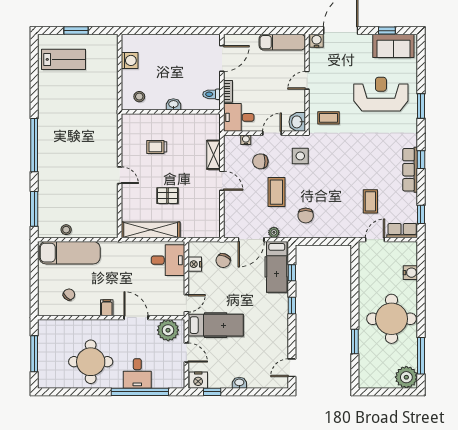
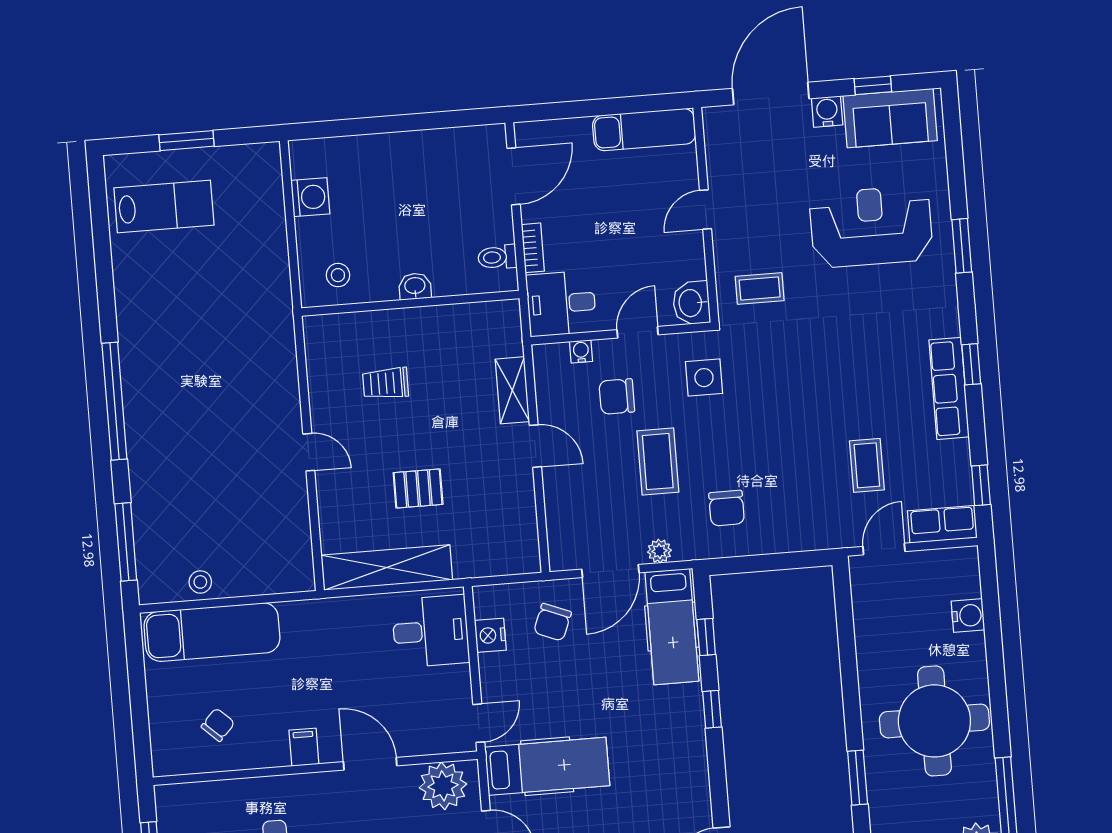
water cooler: (317, 41) -> (827, 112), moved

